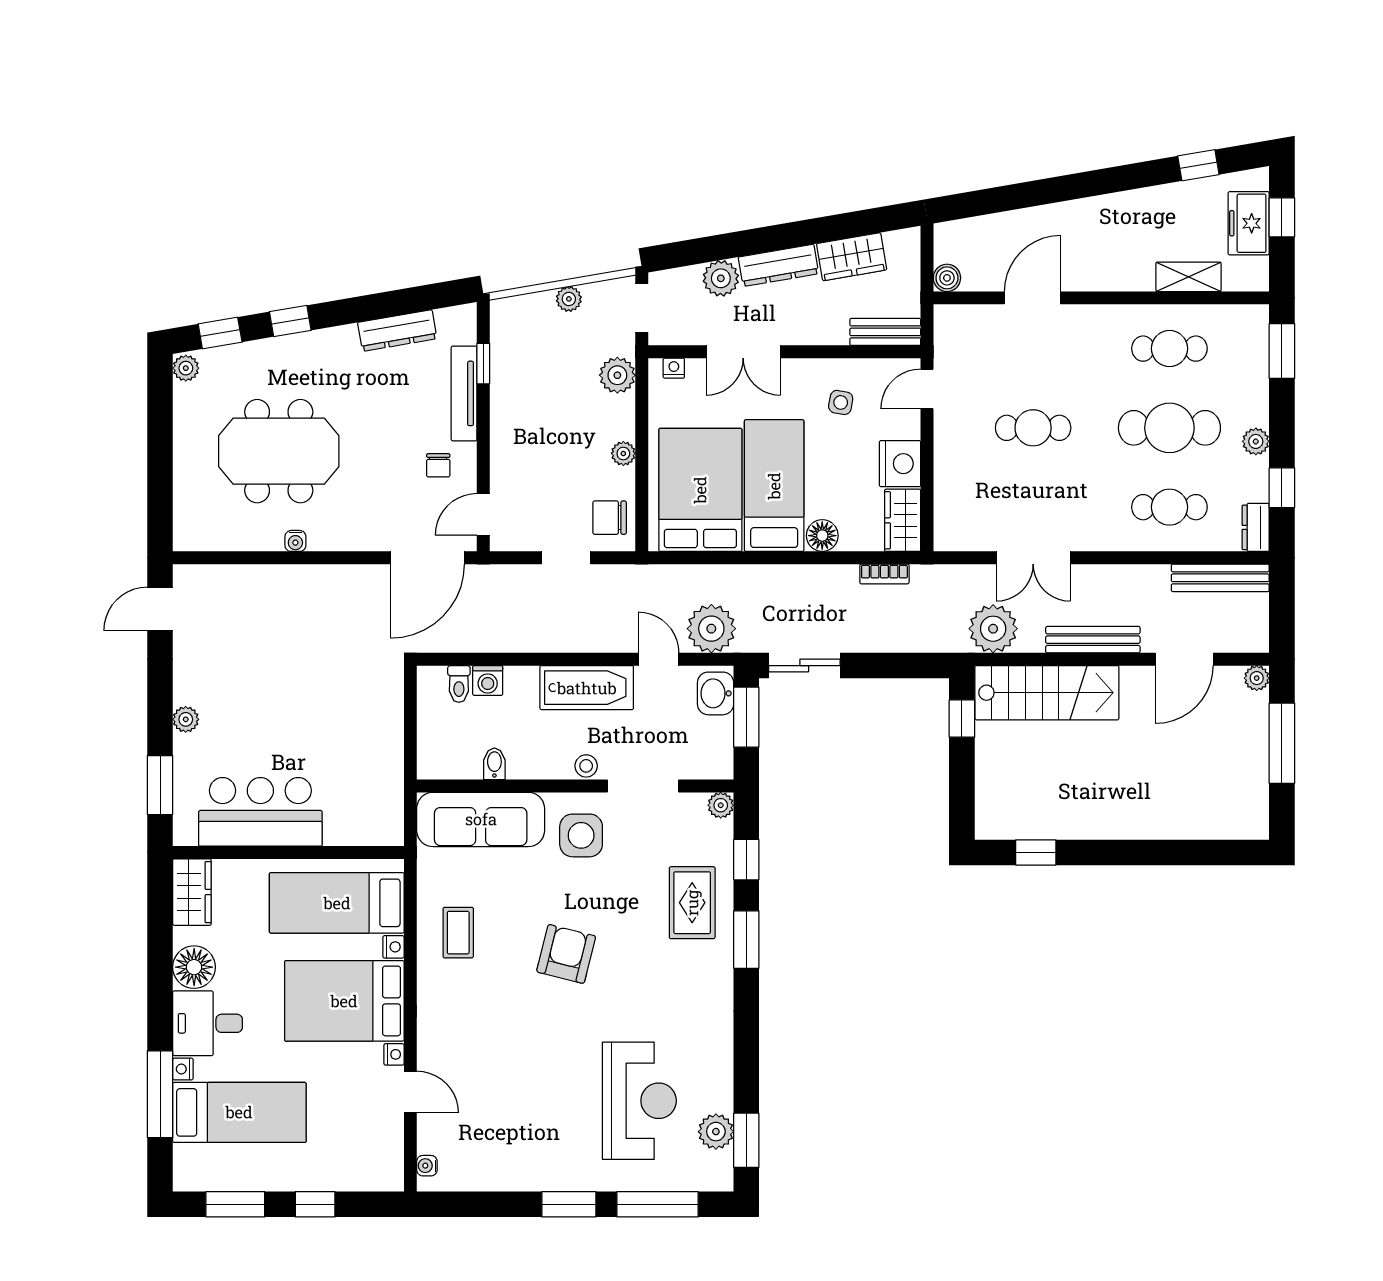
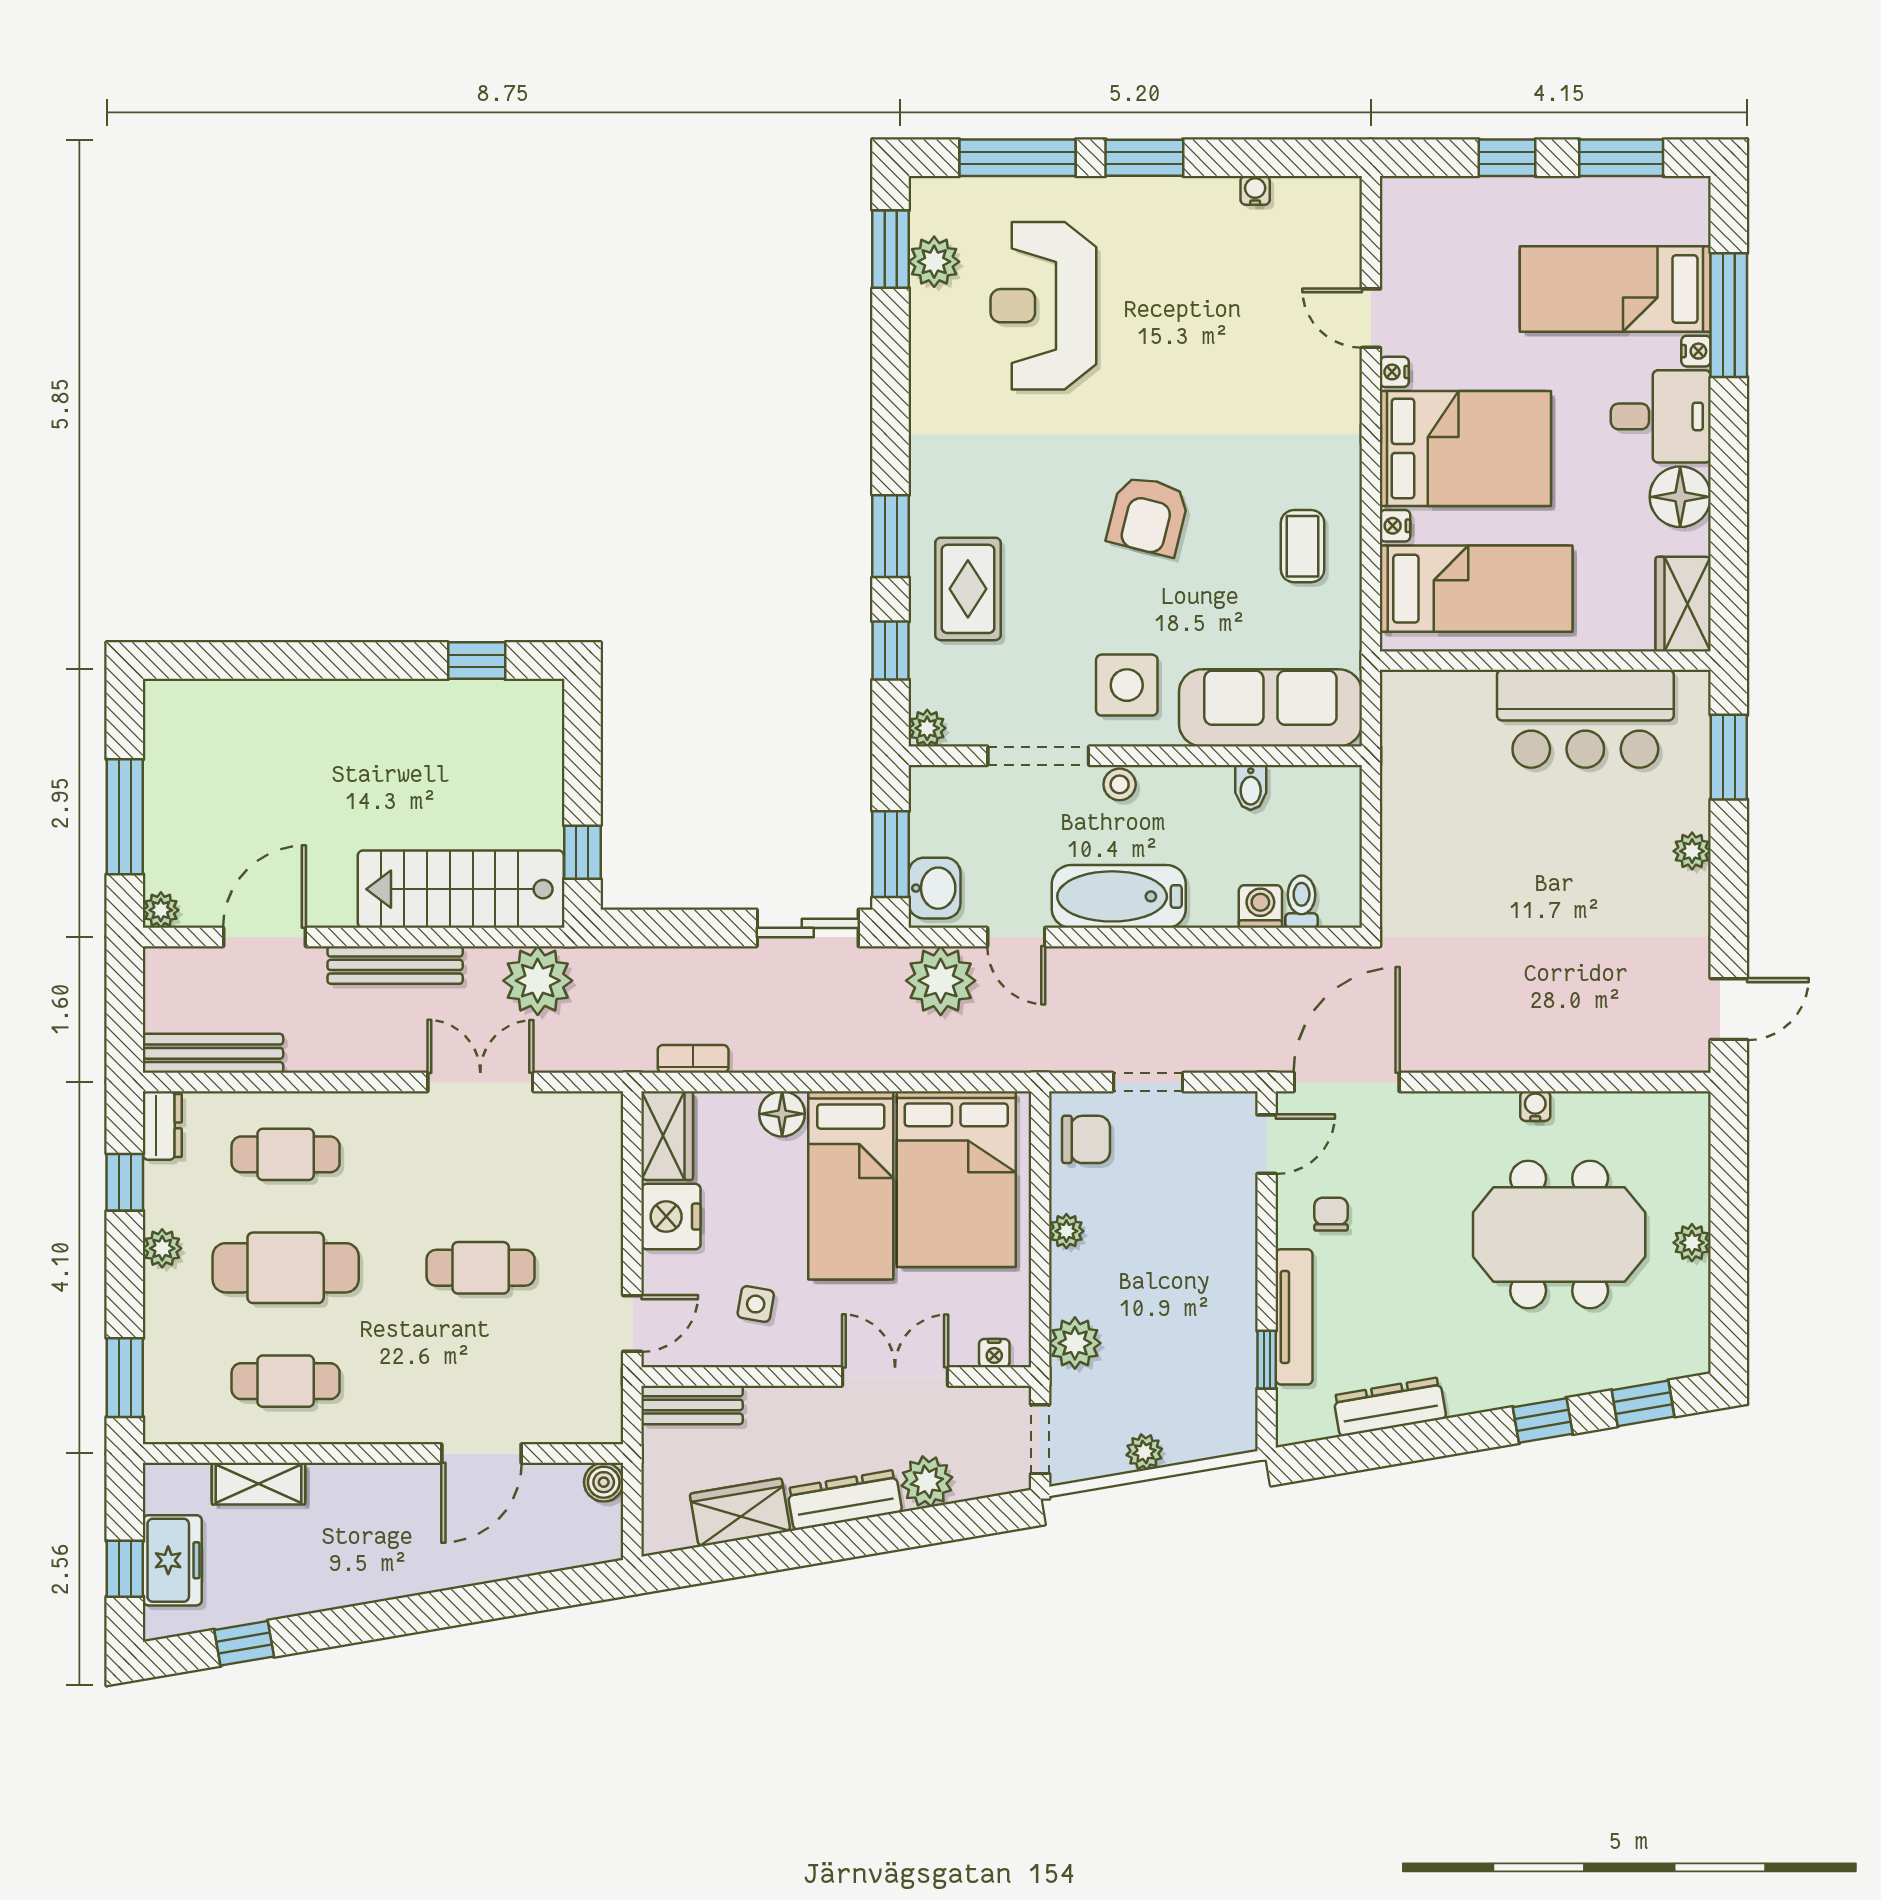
plant: (186, 368) -> (1692, 1243), moved
water cooler: (427, 1166) -> (1255, 190), moved, turned -90

